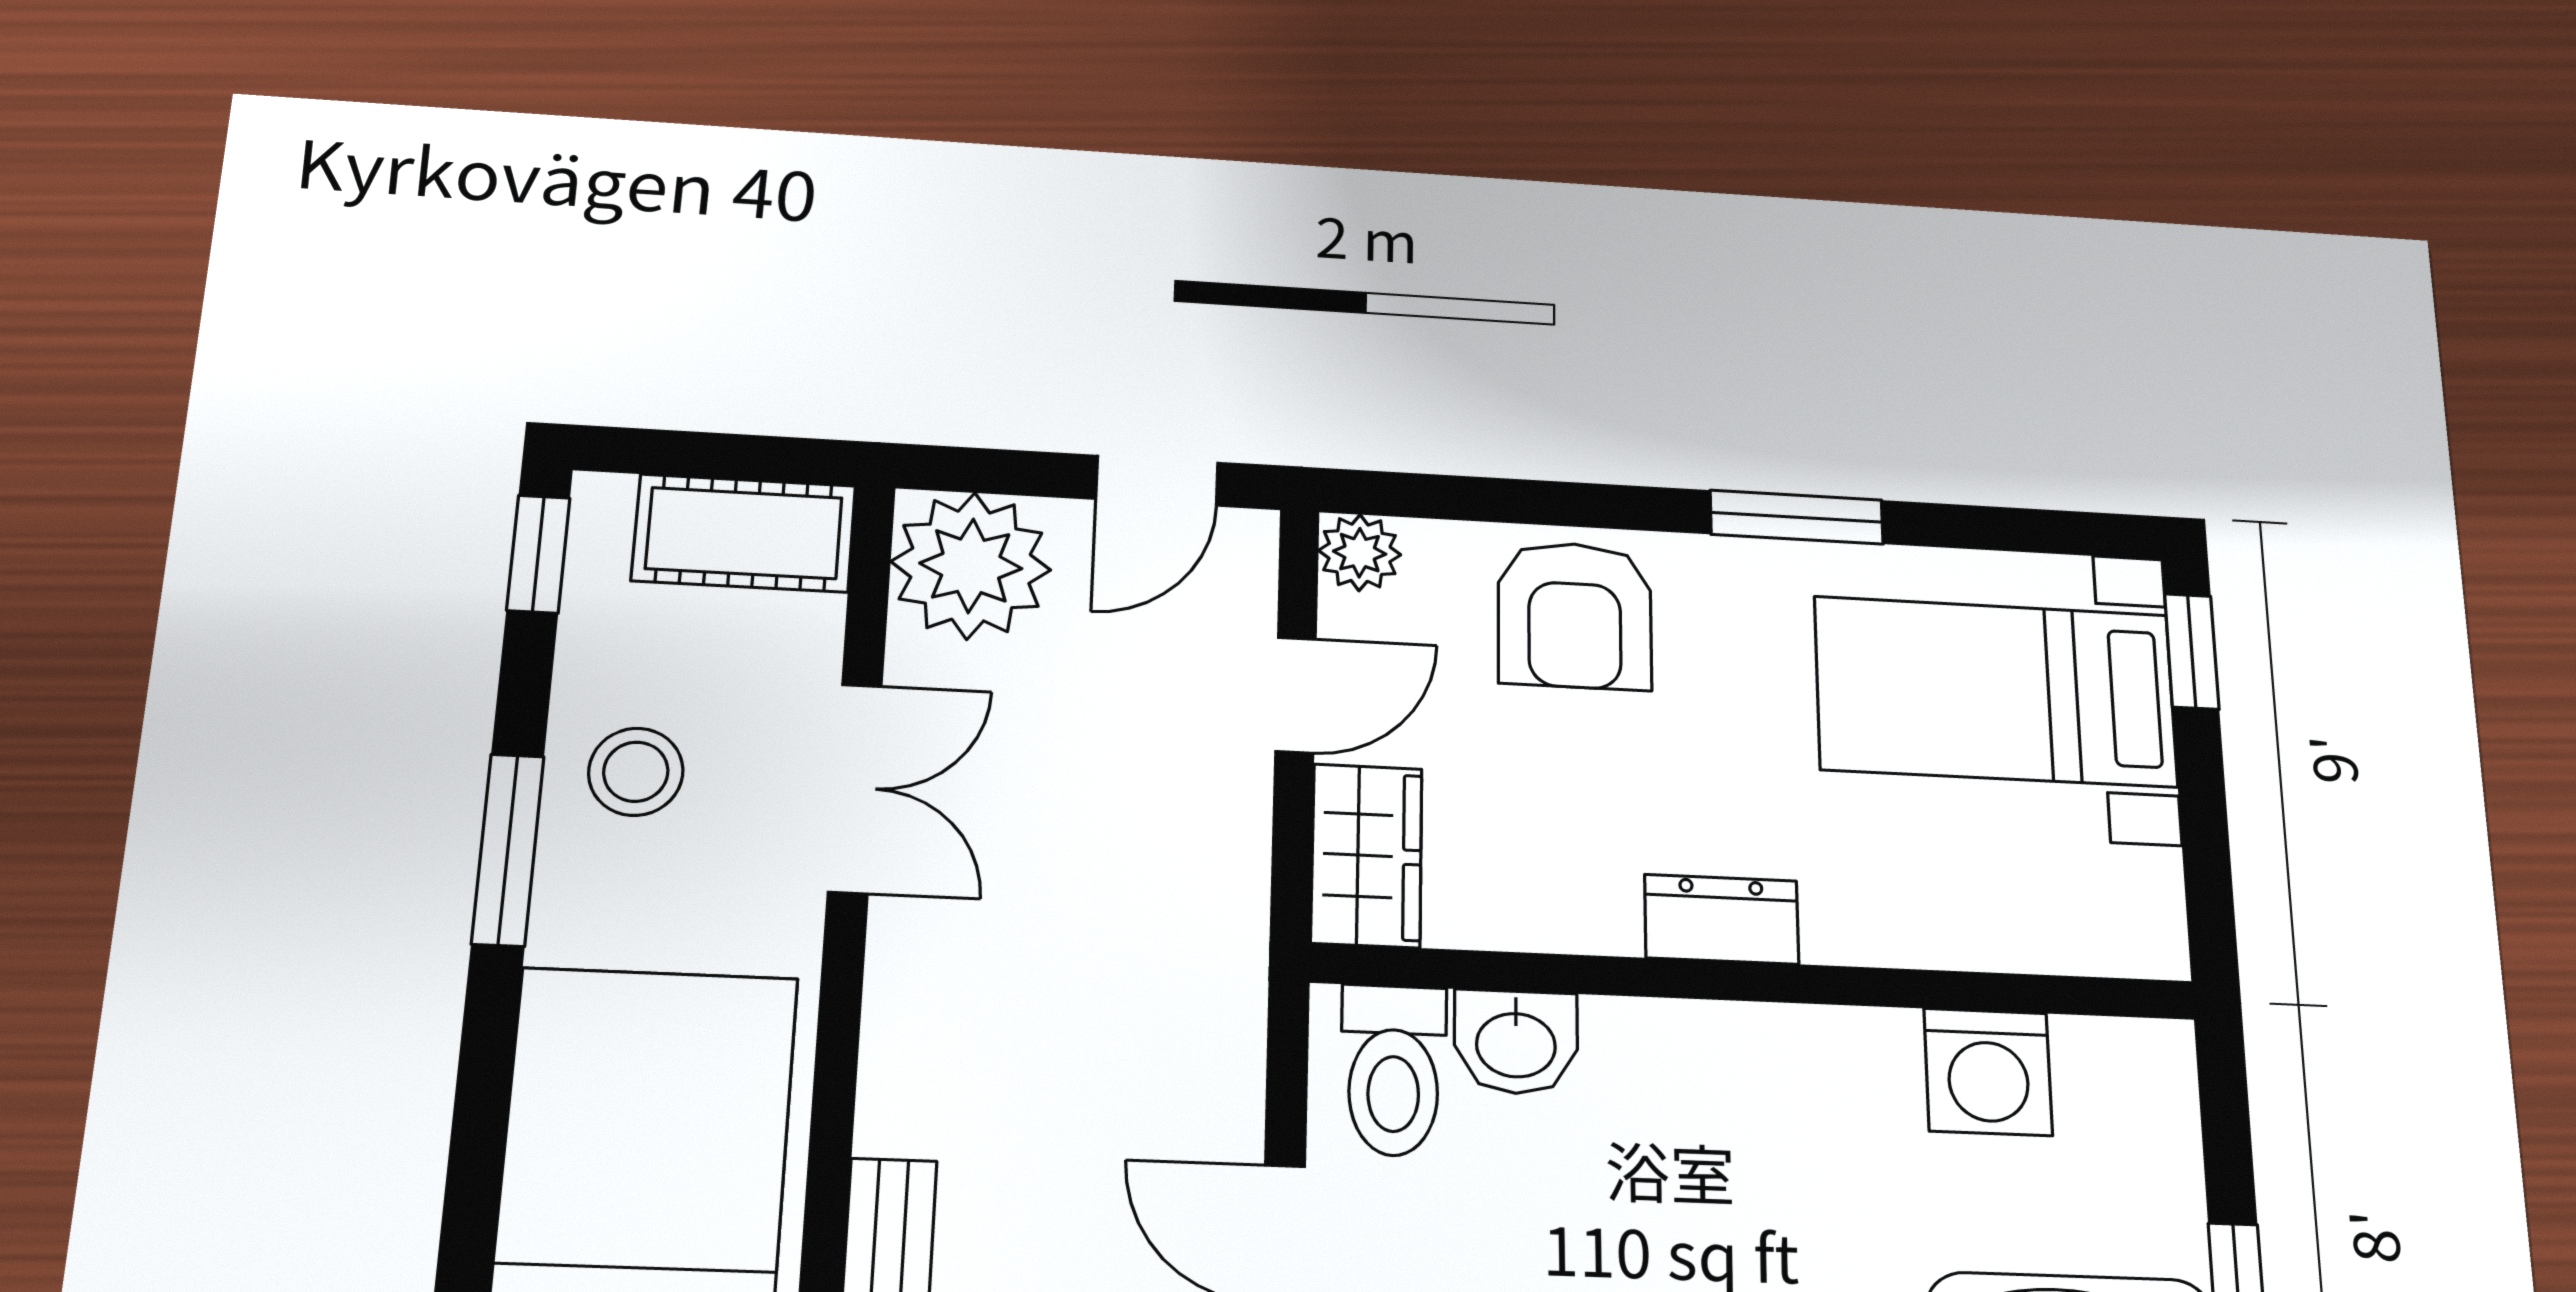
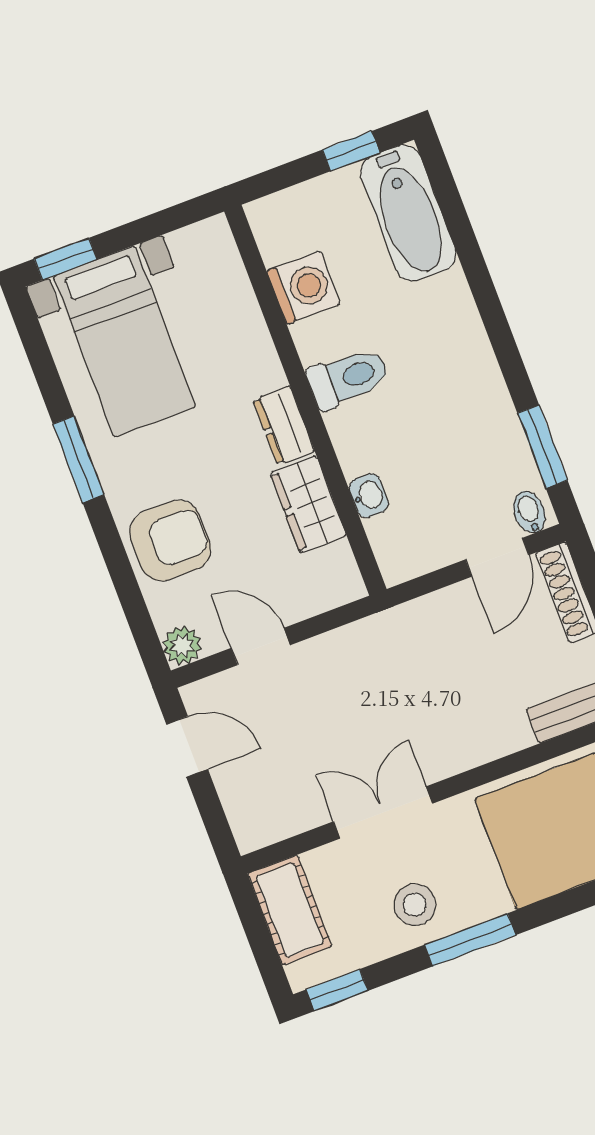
plant: (971, 566) -> (262, 809), removed
wardrobe: (1367, 855) -> (308, 504), moved, turned -90
washbasin: (1516, 1042) -> (369, 496), width x0.72, depth x0.69
toilet: (1394, 1070) -> (348, 378), moved

